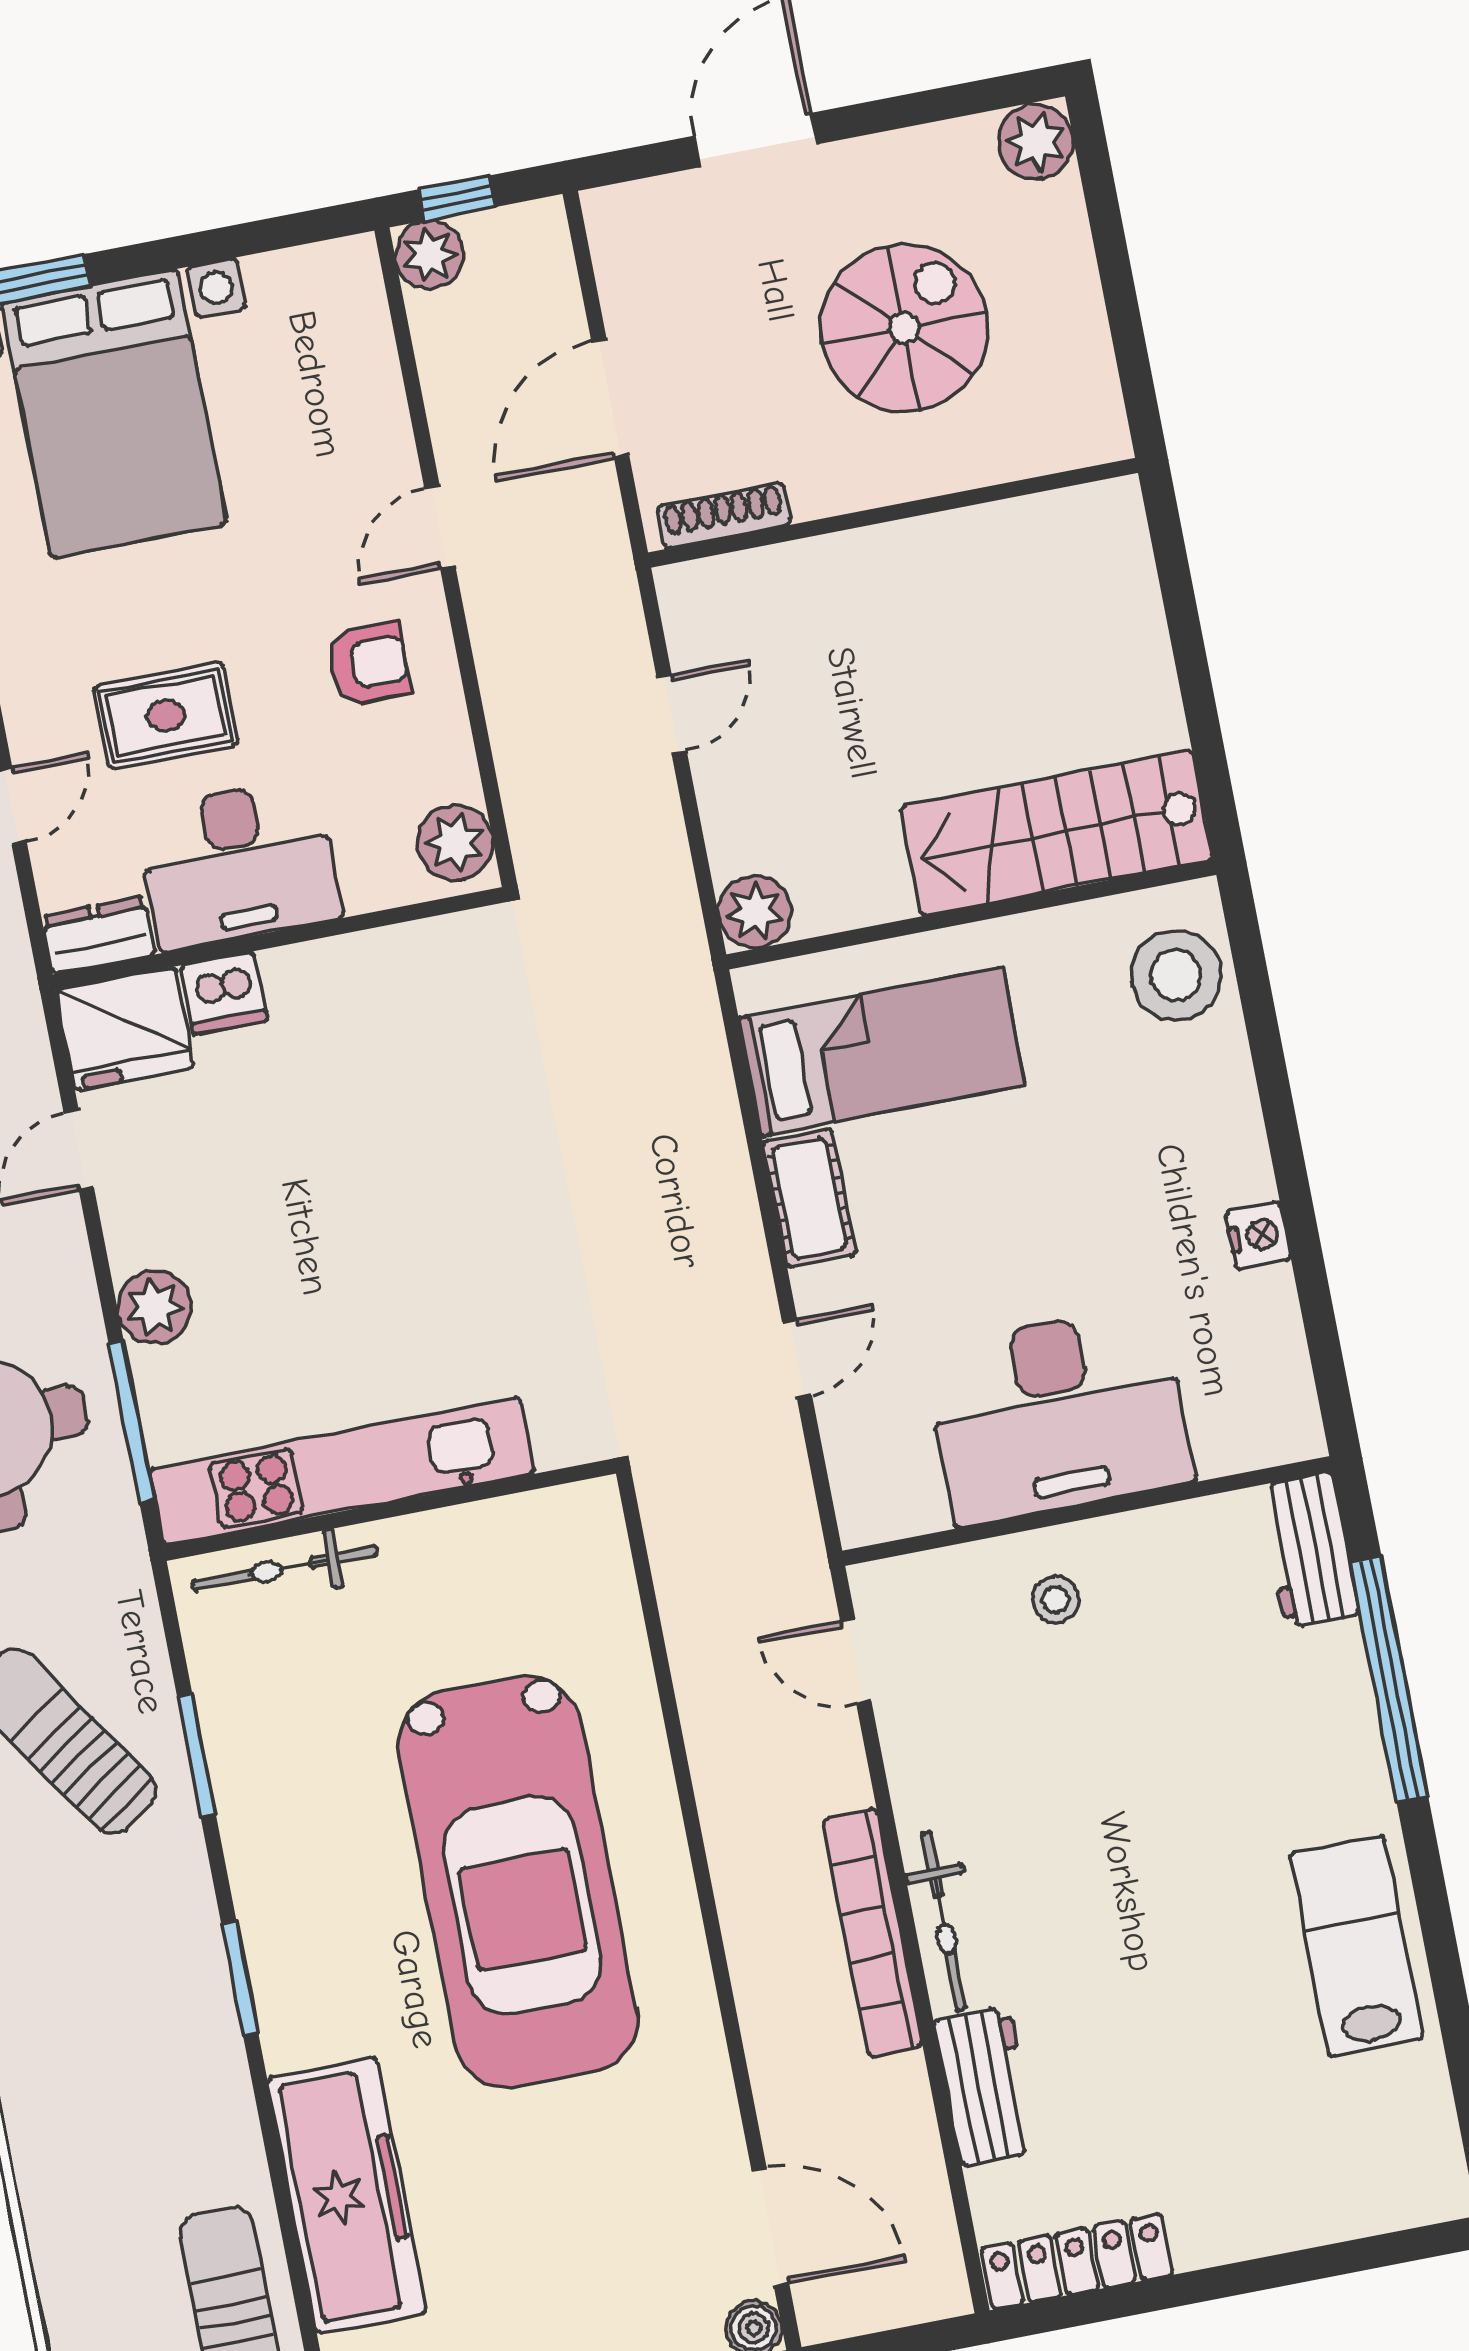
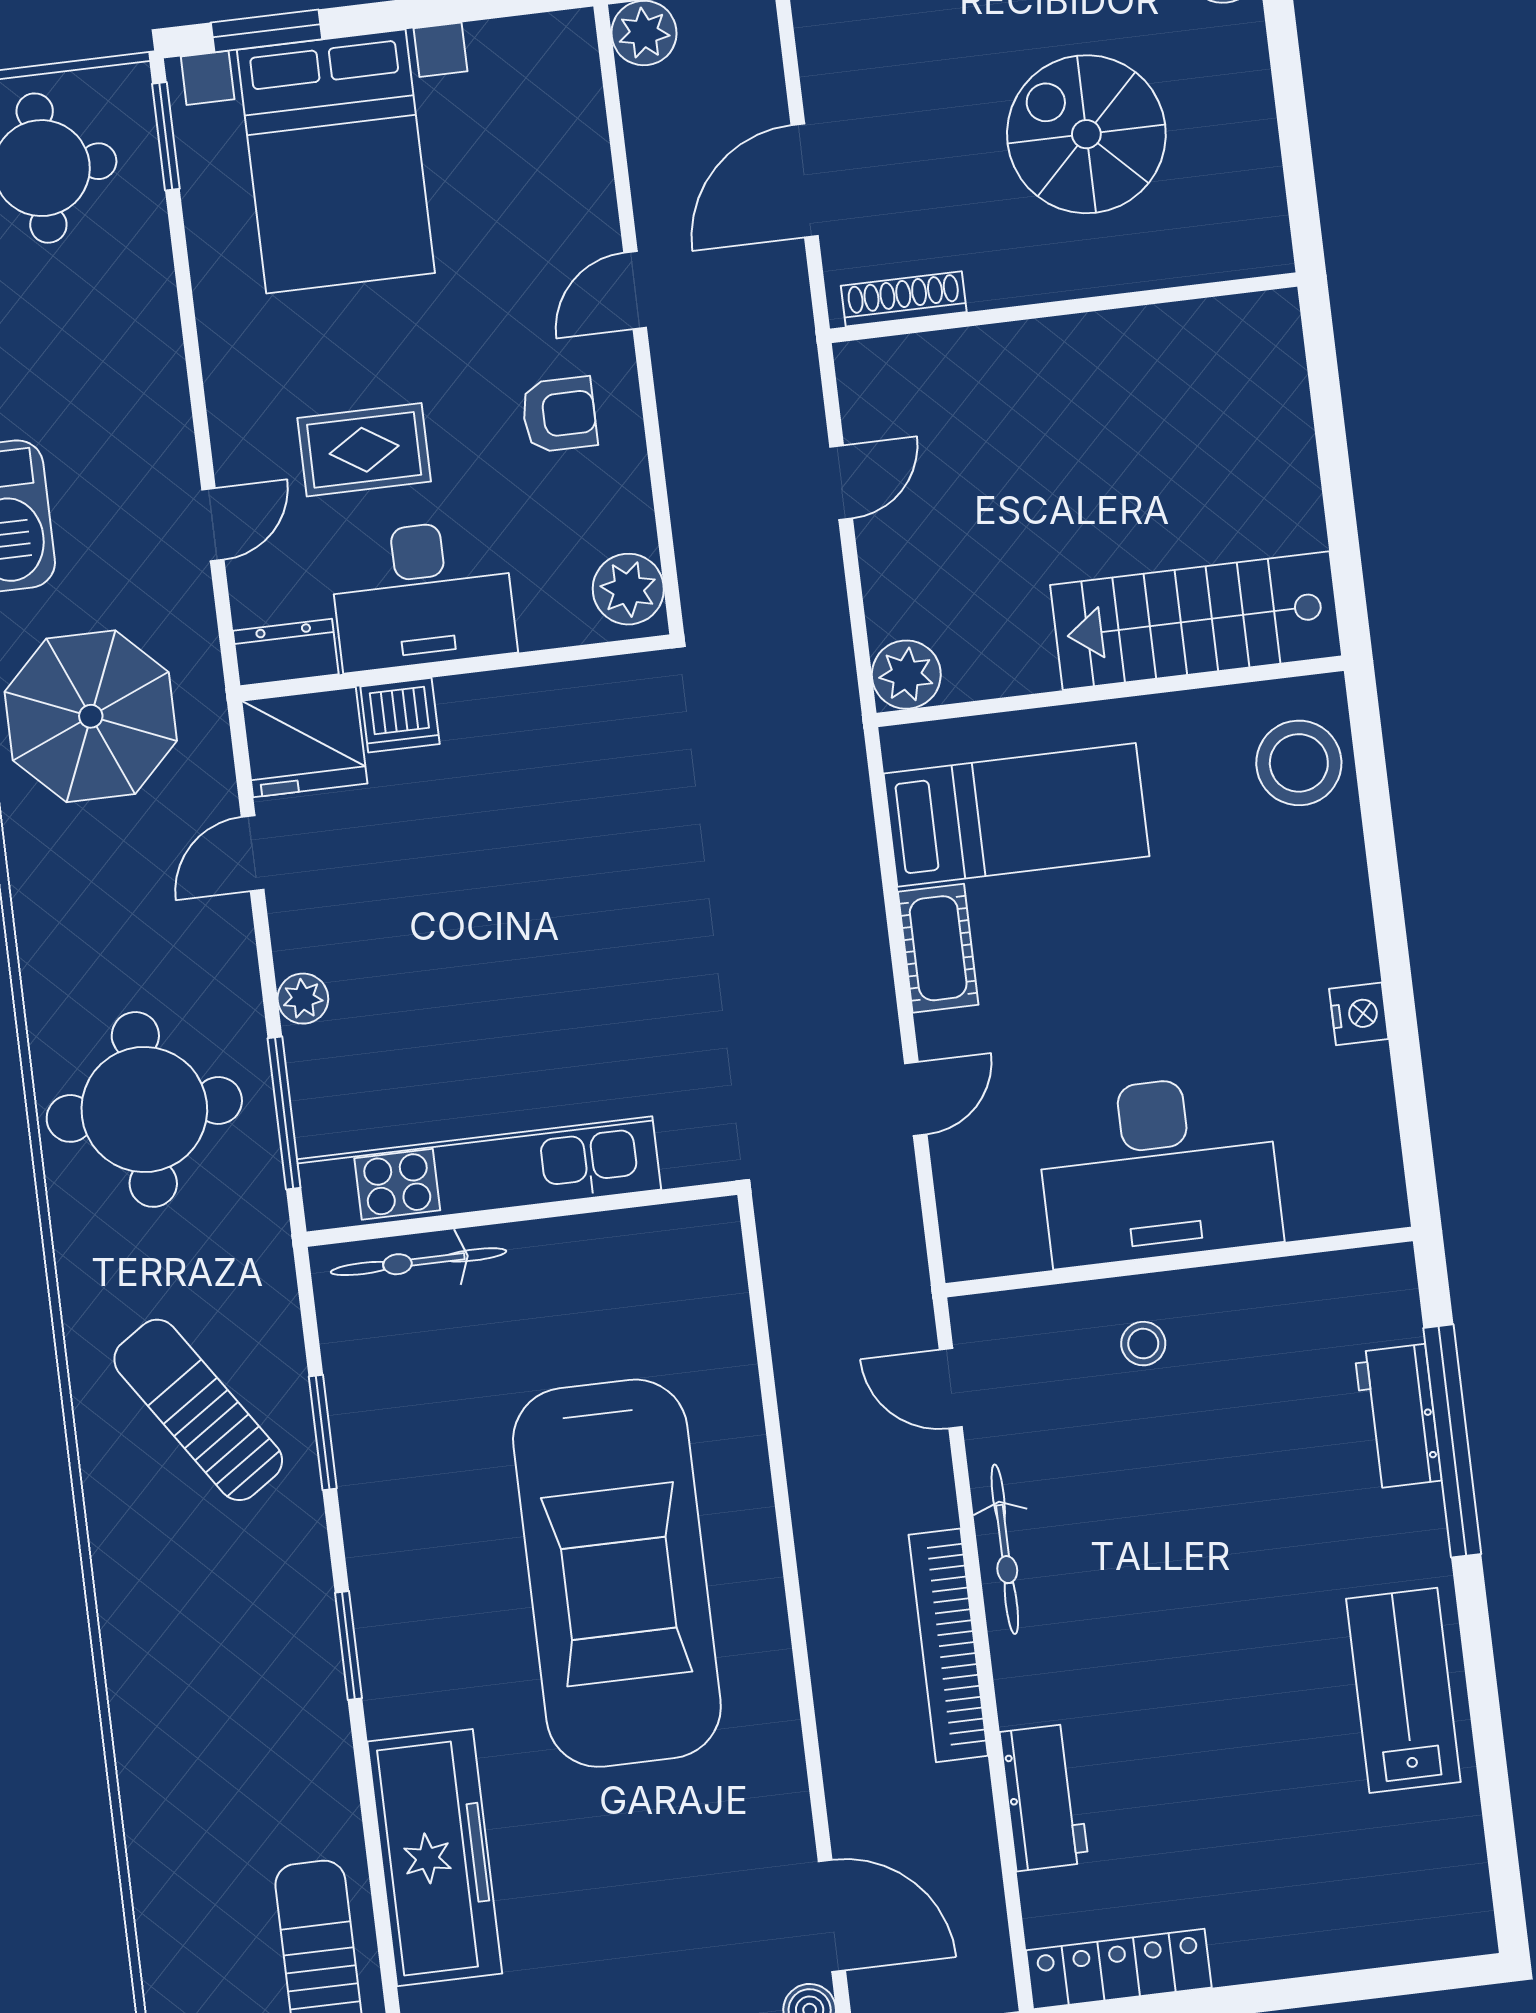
spiral stairs: (904, 328) -> (1086, 134), turned -90
plant: (154, 1307) -> (303, 999), width x0.73, depth x0.73
workbench: (1309, 1550) -> (1398, 1416), moved
bicycle: (943, 1921) -> (1005, 1549), moved

